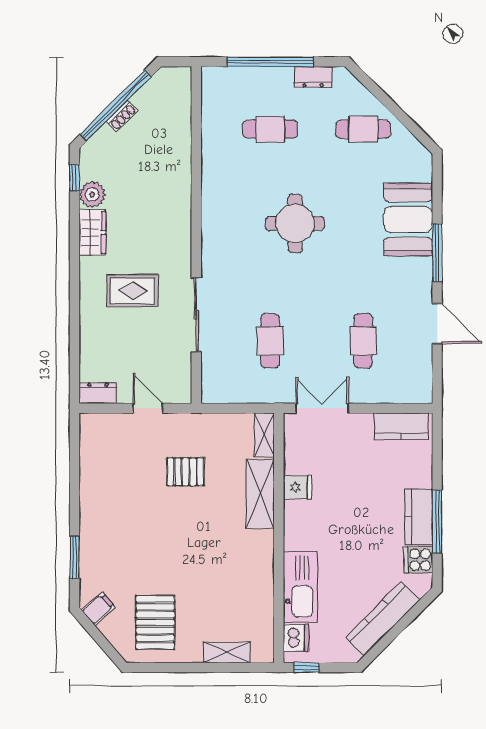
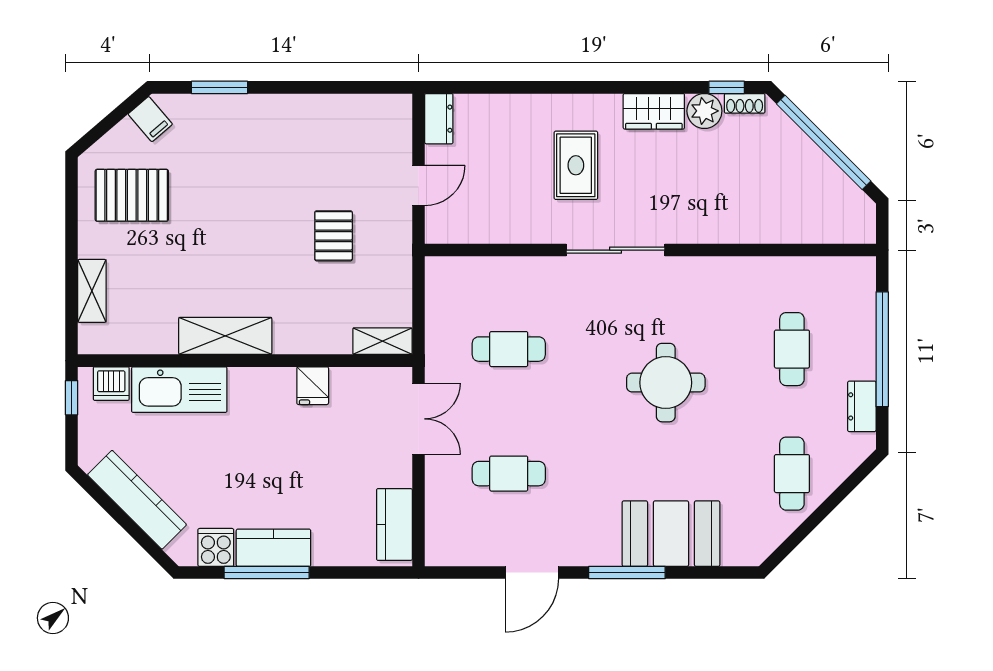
shoe rack: (122, 116) -> (745, 103), moved, turned -45
sliding door: (196, 315) -> (615, 250), moved
shelving: (260, 494) -> (225, 336), moved

